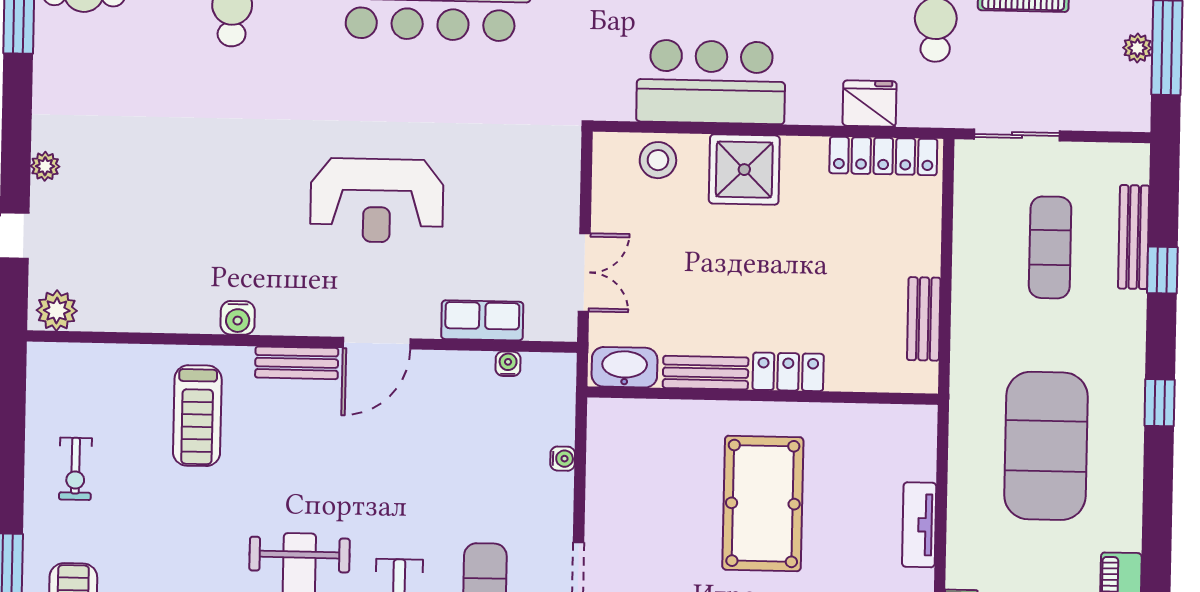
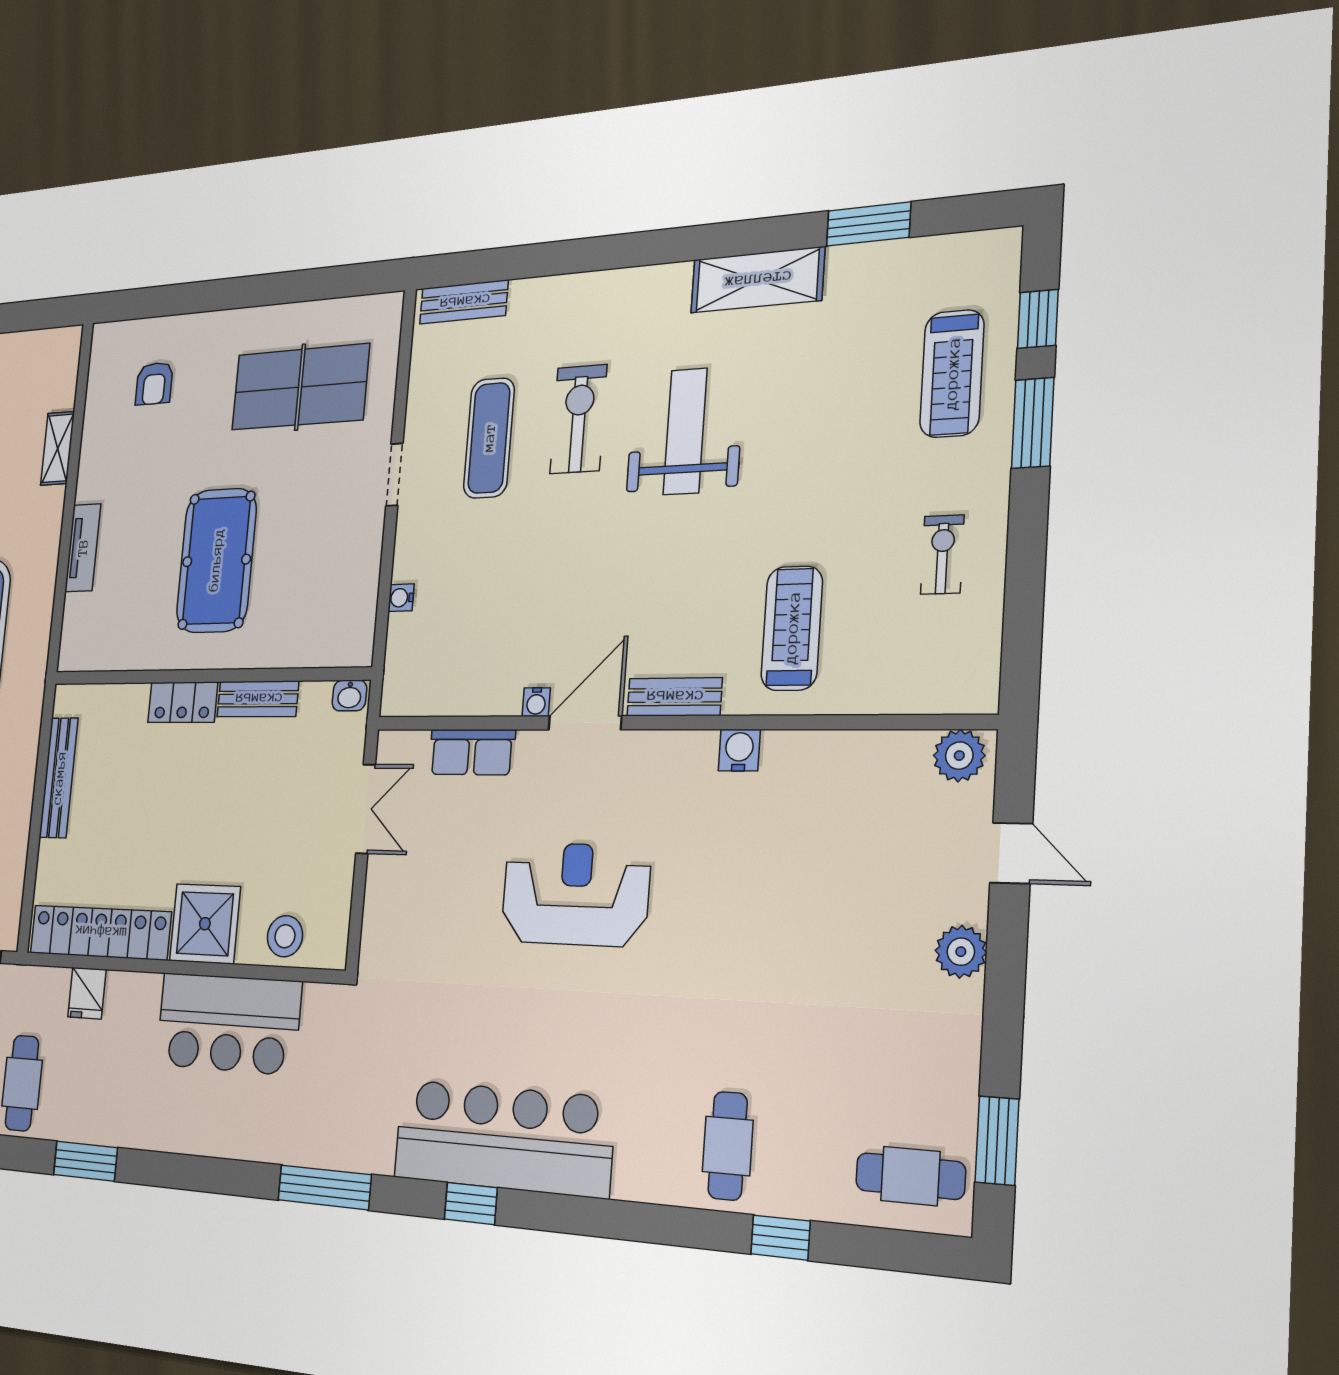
fridge: (870, 104) -> (87, 993), width x0.72
locker: (883, 156) -> (100, 932), width x1.41, depth x1.21
plant: (45, 166) -> (961, 952), width x1.38, depth x1.38
double door: (584, 272) -> (366, 809), swing flipped
bench: (924, 319) -> (59, 778), width x1.36
water cooler: (508, 364) -> (536, 702), moved
washbasin: (625, 367) -> (349, 695), width x0.52, depth x0.69

